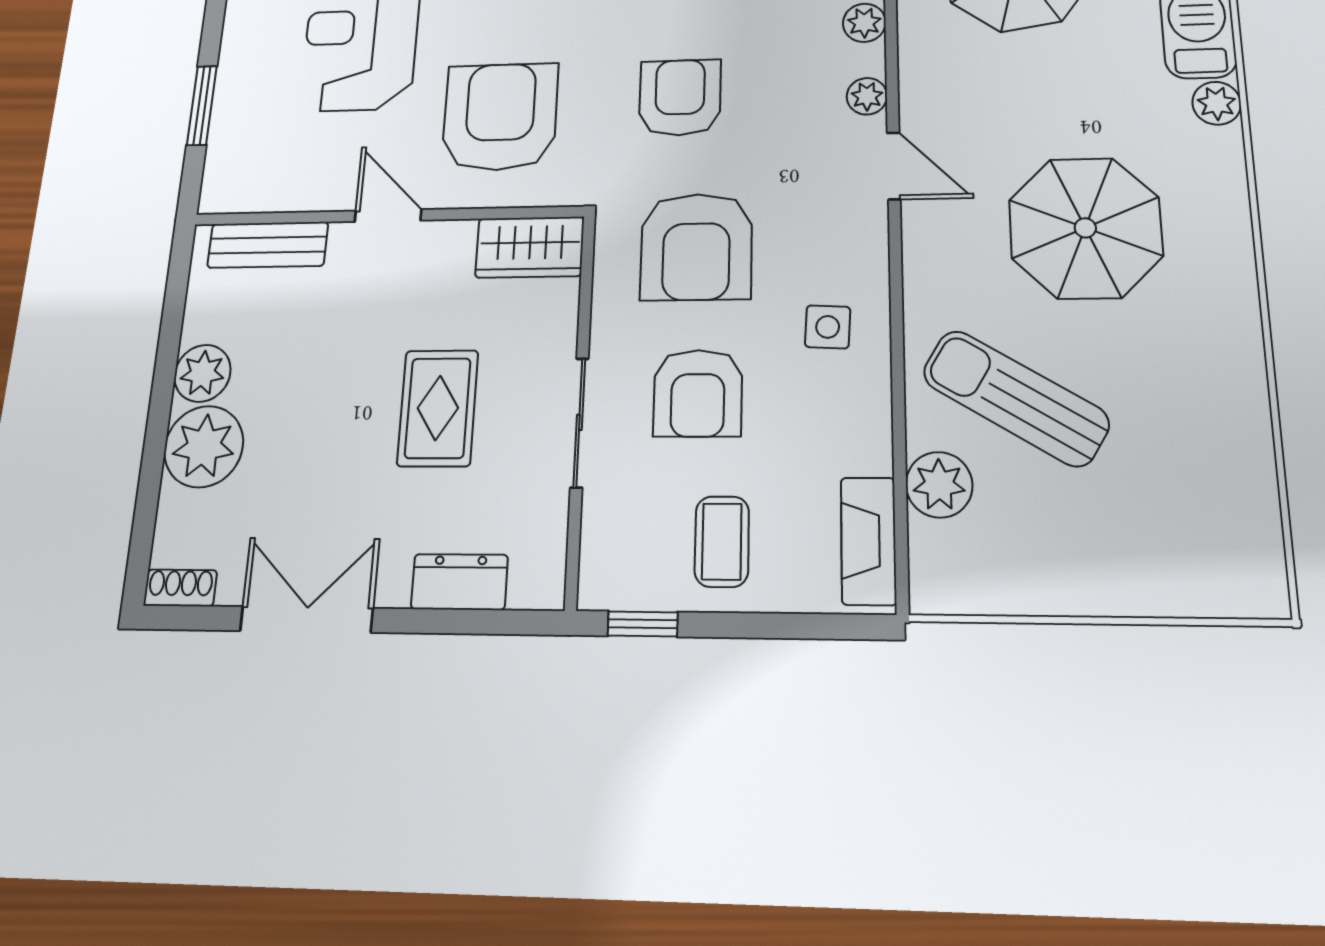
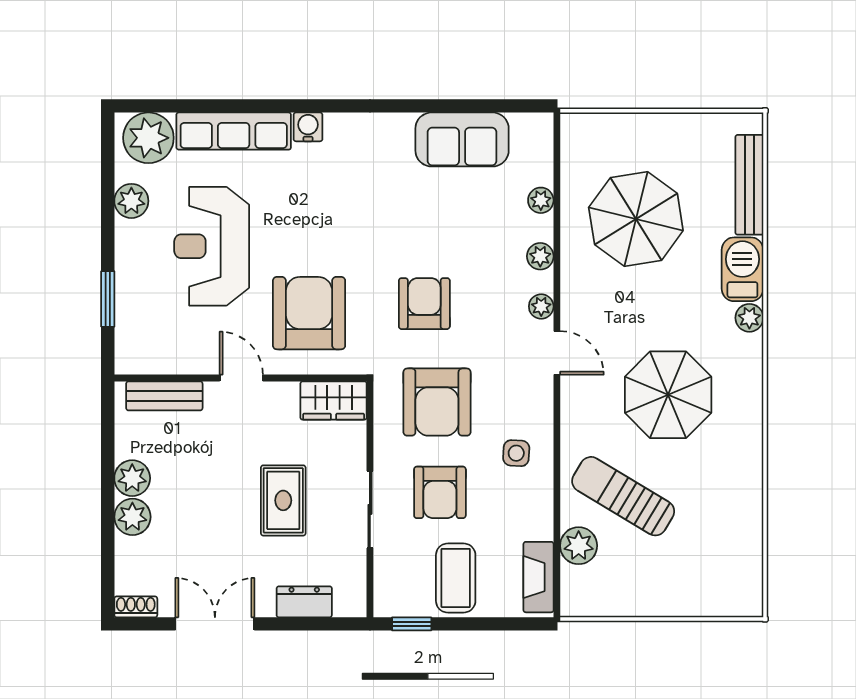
plant: (204, 447) -> (132, 517), width x0.73, depth x0.73
coffee table: (722, 541) -> (456, 578), width x1.36, depth x1.30

